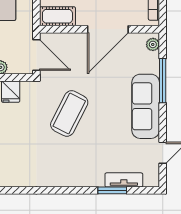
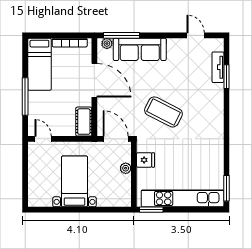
door: (36, 55) -> (116, 139), hinge flipped
window: (163, 81) -> (121, 35), moved
sofa: (146, 106) -> (140, 49), moved

